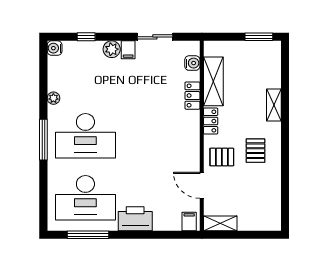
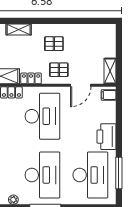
desk: (162, 136) -> (42, 116), added
pallet: (222, 157) -> (59, 70), turned 90

